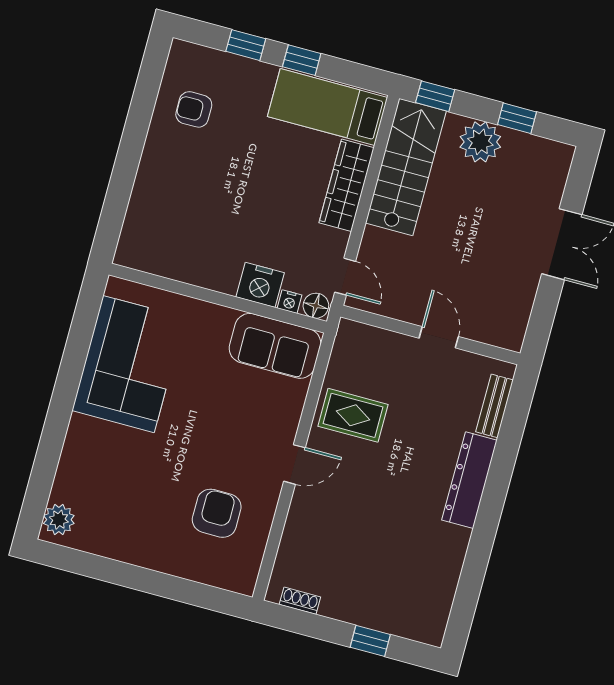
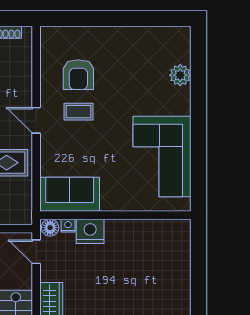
coffee table: (231, 460) -> (78, 112), added
door: (294, 464) -> (36, 120), hinge flipped
plant: (59, 520) -> (180, 75), moved

